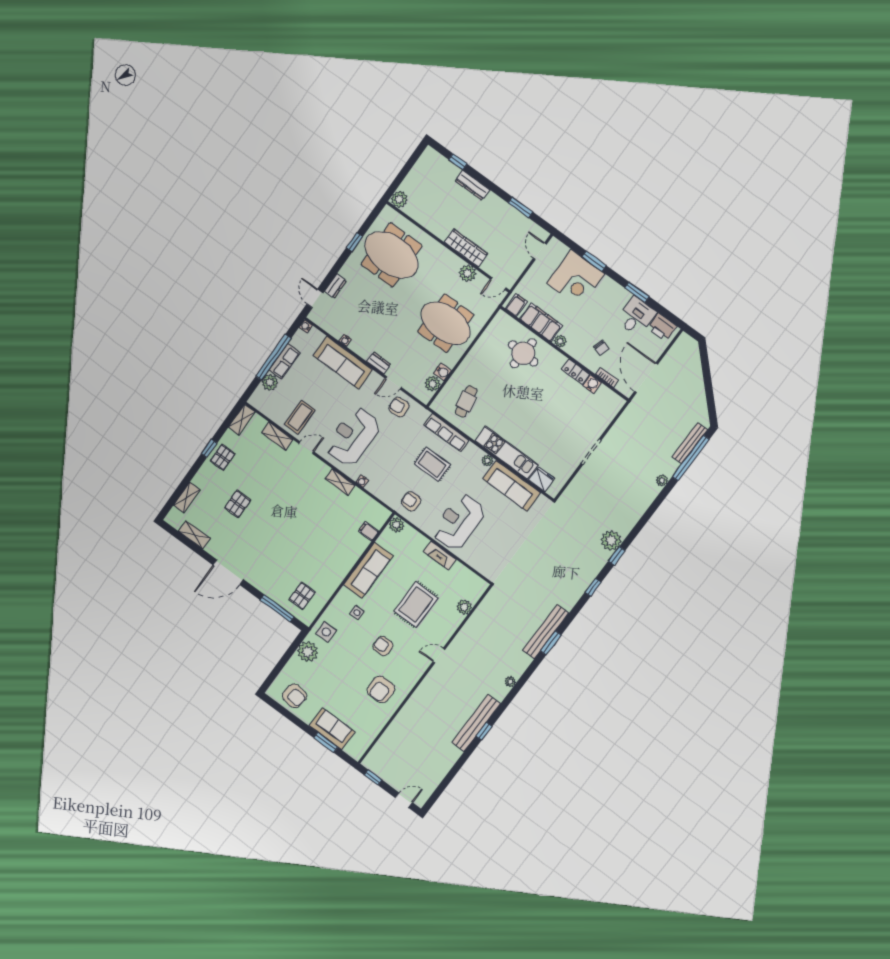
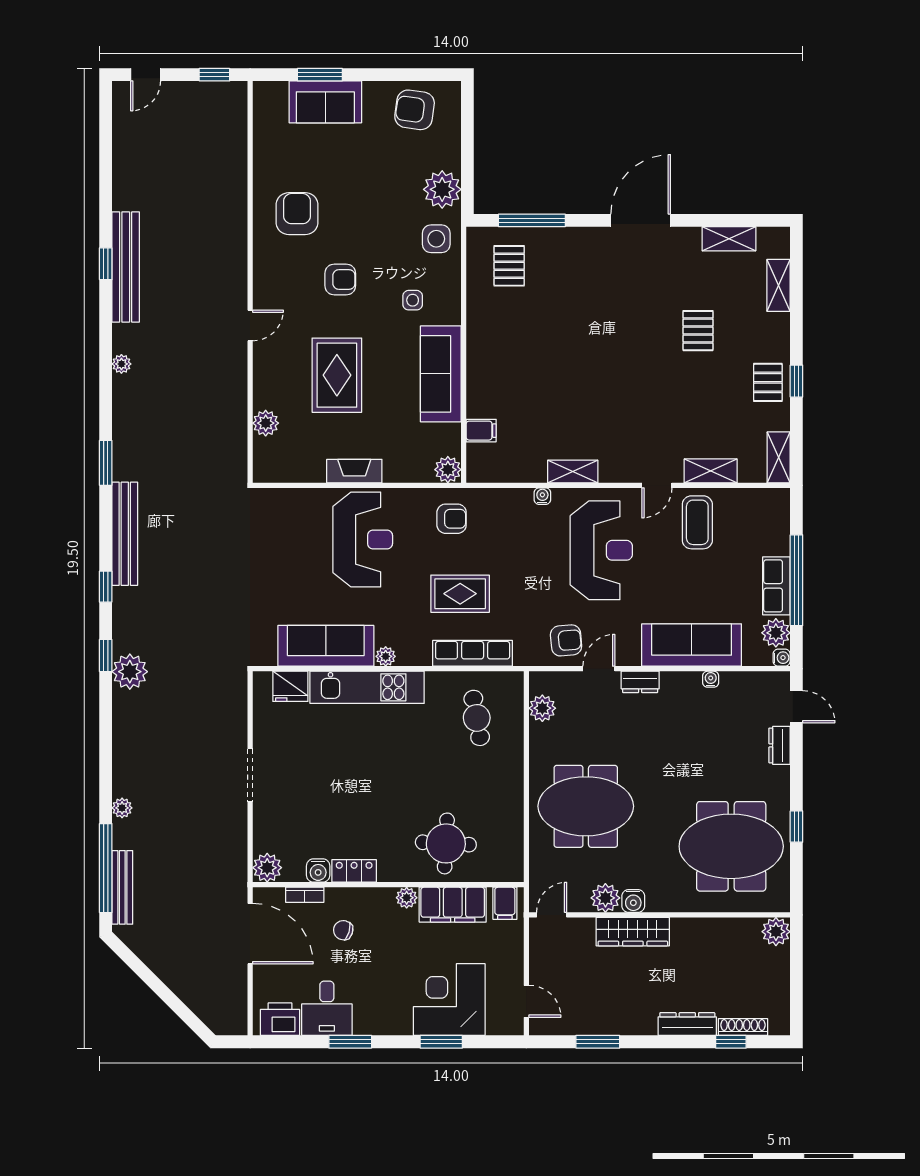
shoe rack: (447, 165) -> (743, 1027), added
water cooler: (443, 372) -> (633, 901), moved, turned -90
plant: (270, 382) -> (776, 633), moved
plant: (615, 403) -> (267, 868), added
bench: (546, 632) -> (125, 534), moved

